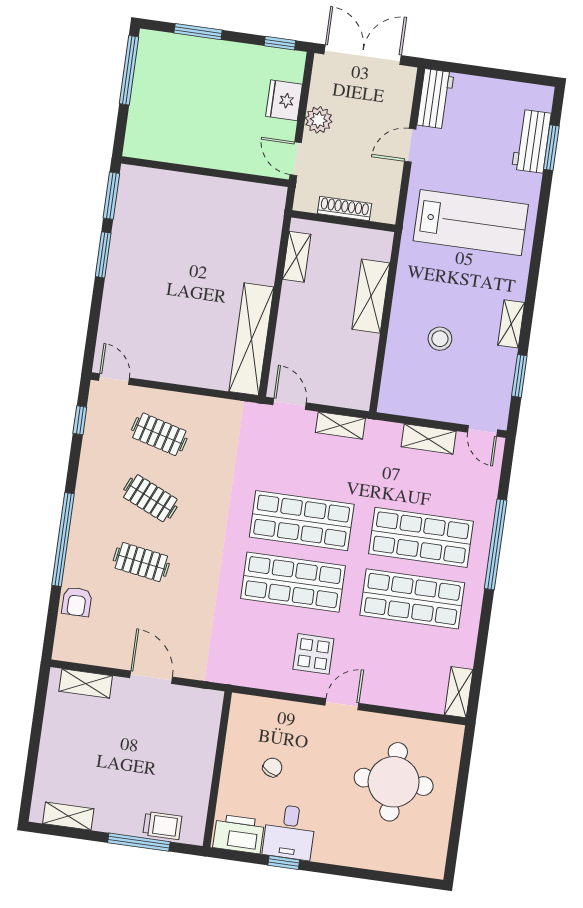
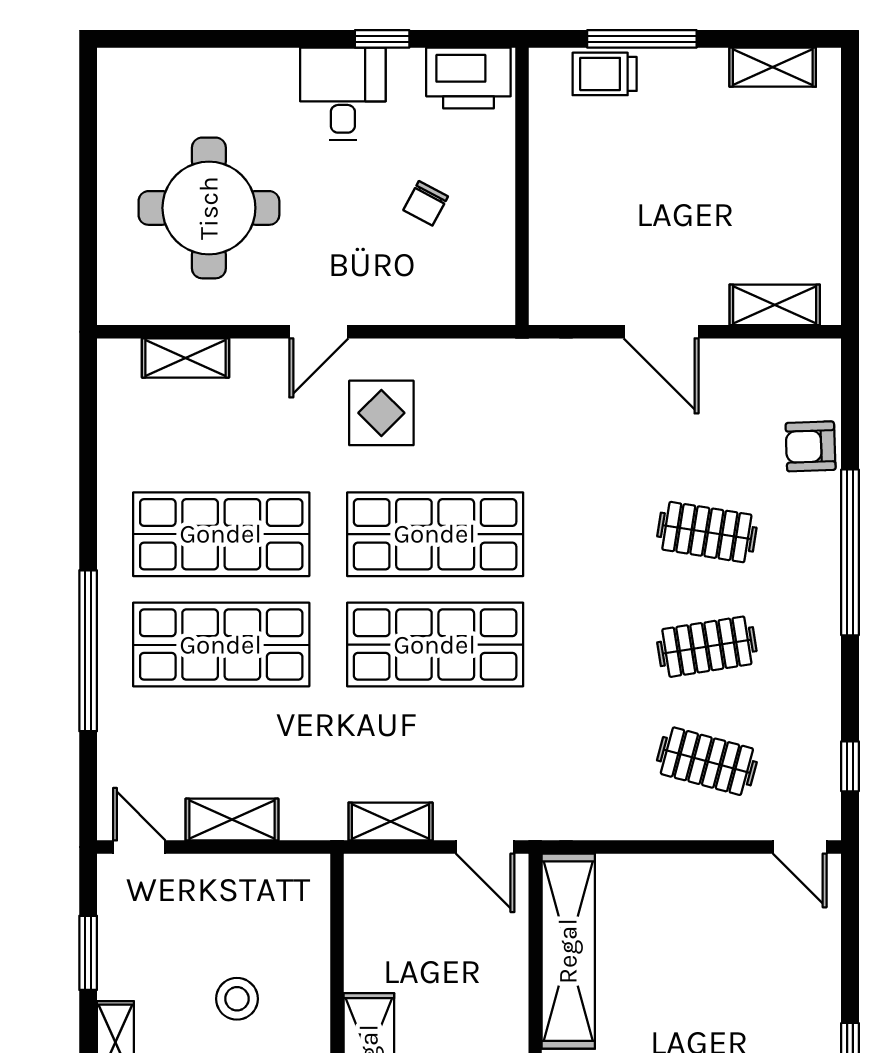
clothes rail: (150, 498) -> (707, 647), turned -33
armchair: (77, 602) -> (811, 446), turned -92
shelving: (459, 692) -> (185, 358), moved, turned 90
desk: (289, 832) -> (343, 94), moved

